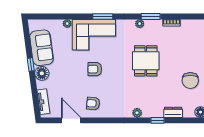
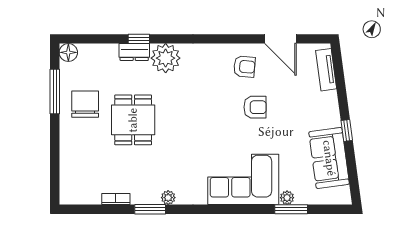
window: (103, 16) -> (291, 209), moved
dining table: (146, 61) -> (133, 120), moved
armchair: (95, 69) -> (255, 107), moved
floor lamp: (42, 73) -> (329, 116), removed
dresser: (173, 112) -> (134, 52), moved
plant: (137, 113) -> (166, 58), width x1.88, depth x1.88

